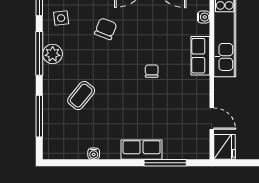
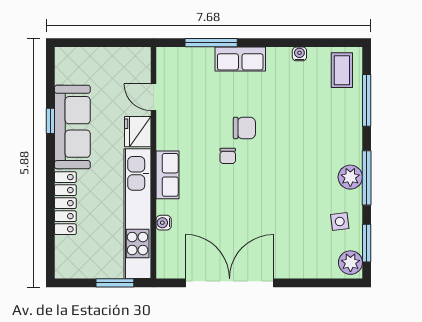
chair: (106, 29) -> (244, 128), moved, turned -111
coffee table: (81, 96) -> (342, 70), moved, turned -39
fridge: (225, 147) -> (138, 132), moved

